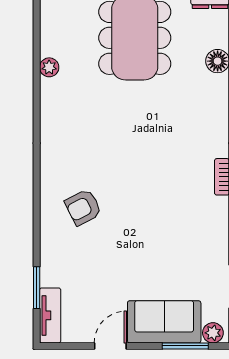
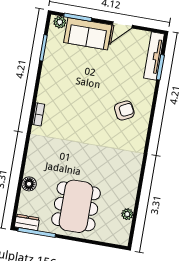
plant: (49, 67) -> (127, 214), moved
tv unit: (50, 315) -> (154, 56), width x1.41

